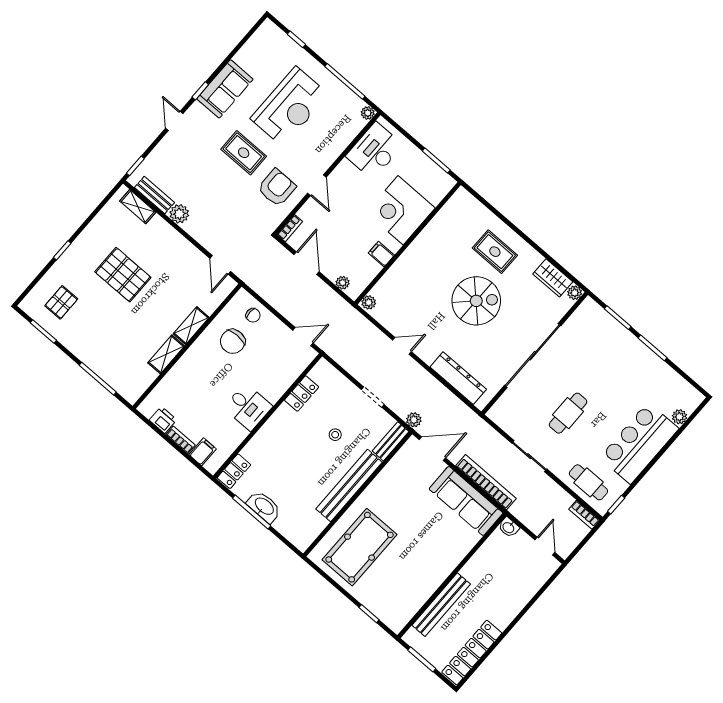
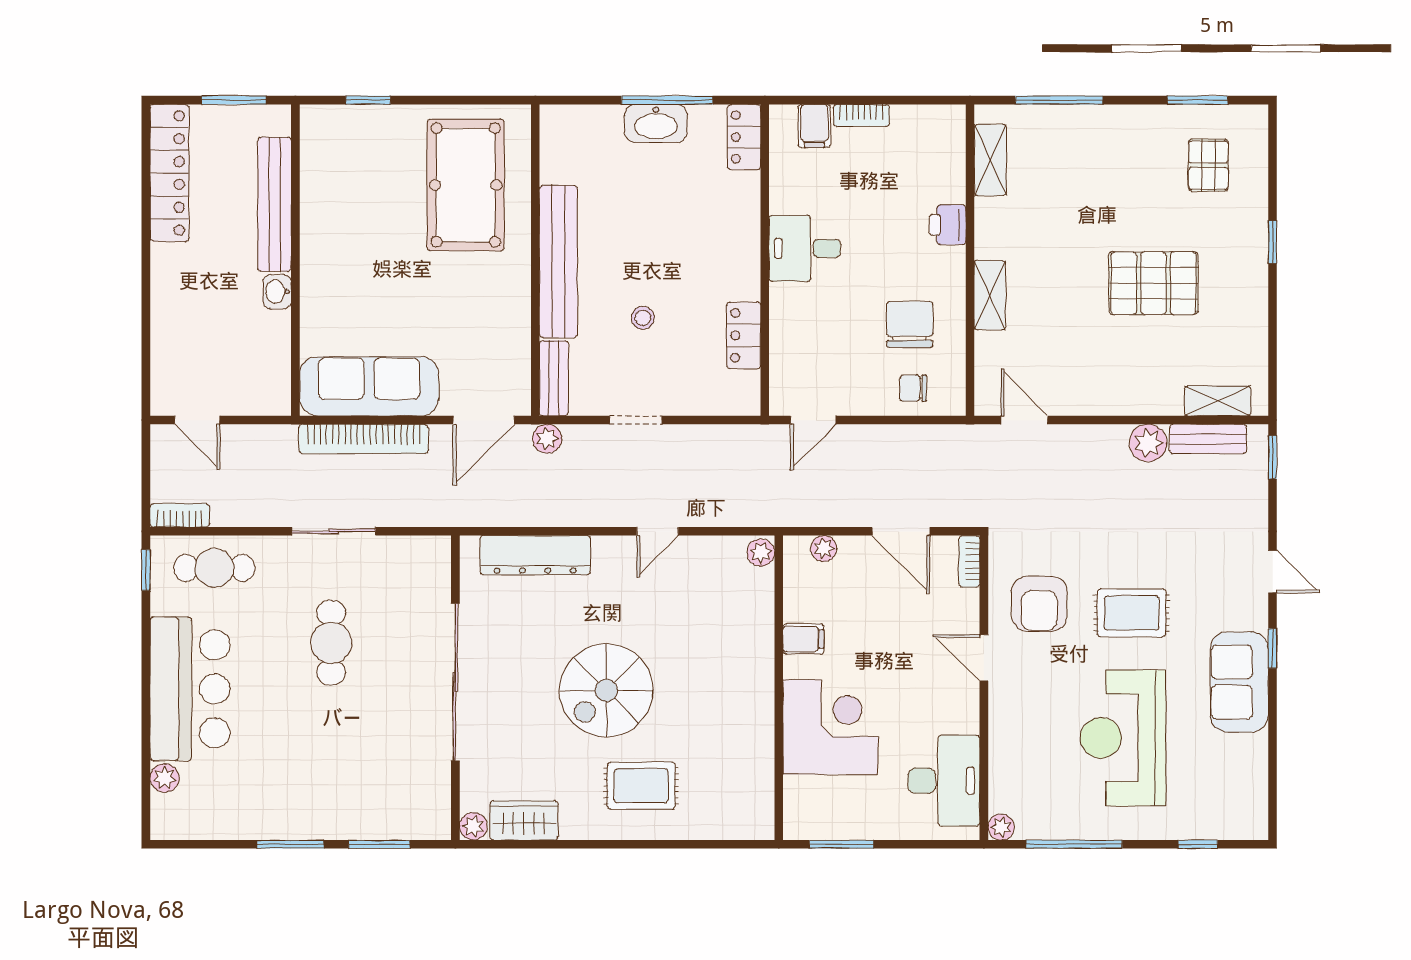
shelving: (166, 354) -> (990, 160), moved
printer: (163, 420) -> (948, 225), moved, turned 90
washbasin: (509, 527) -> (277, 292), moved, turned -90

